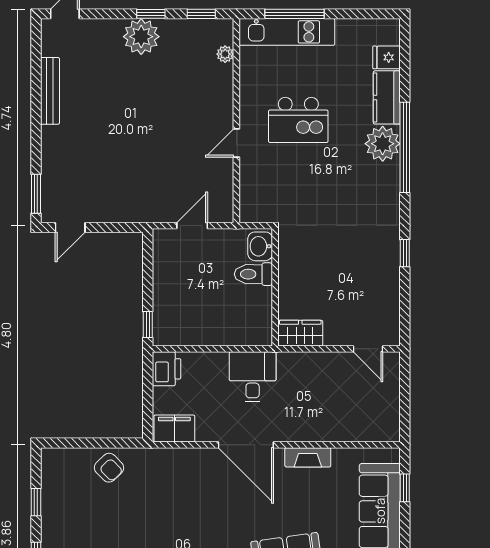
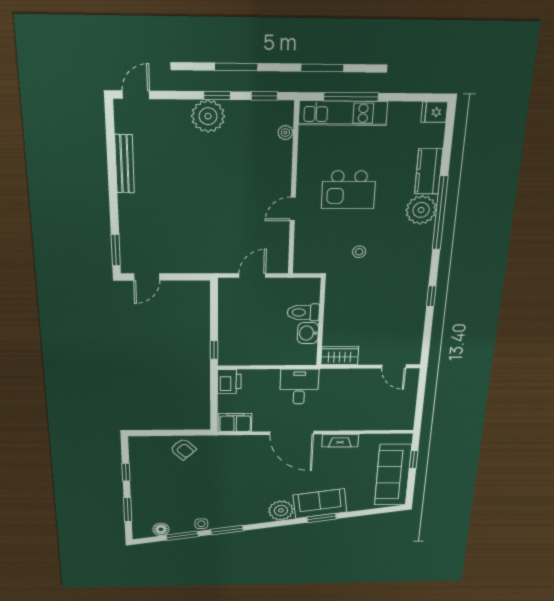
fridge: (387, 57) -> (434, 112), moved
stool: (315, 196) -> (359, 252), added
washbasin: (260, 246) -> (308, 333), moved

